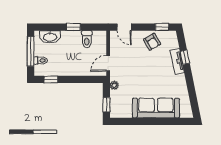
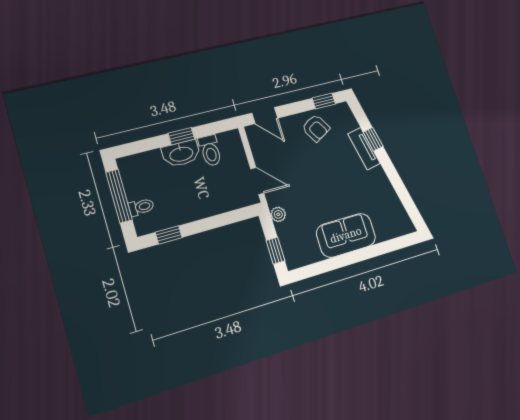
washbasin: (50, 37) -> (181, 154), moved
door: (108, 63) -> (257, 181), swing flipped
sofa: (156, 108) -> (346, 235), width x0.73

